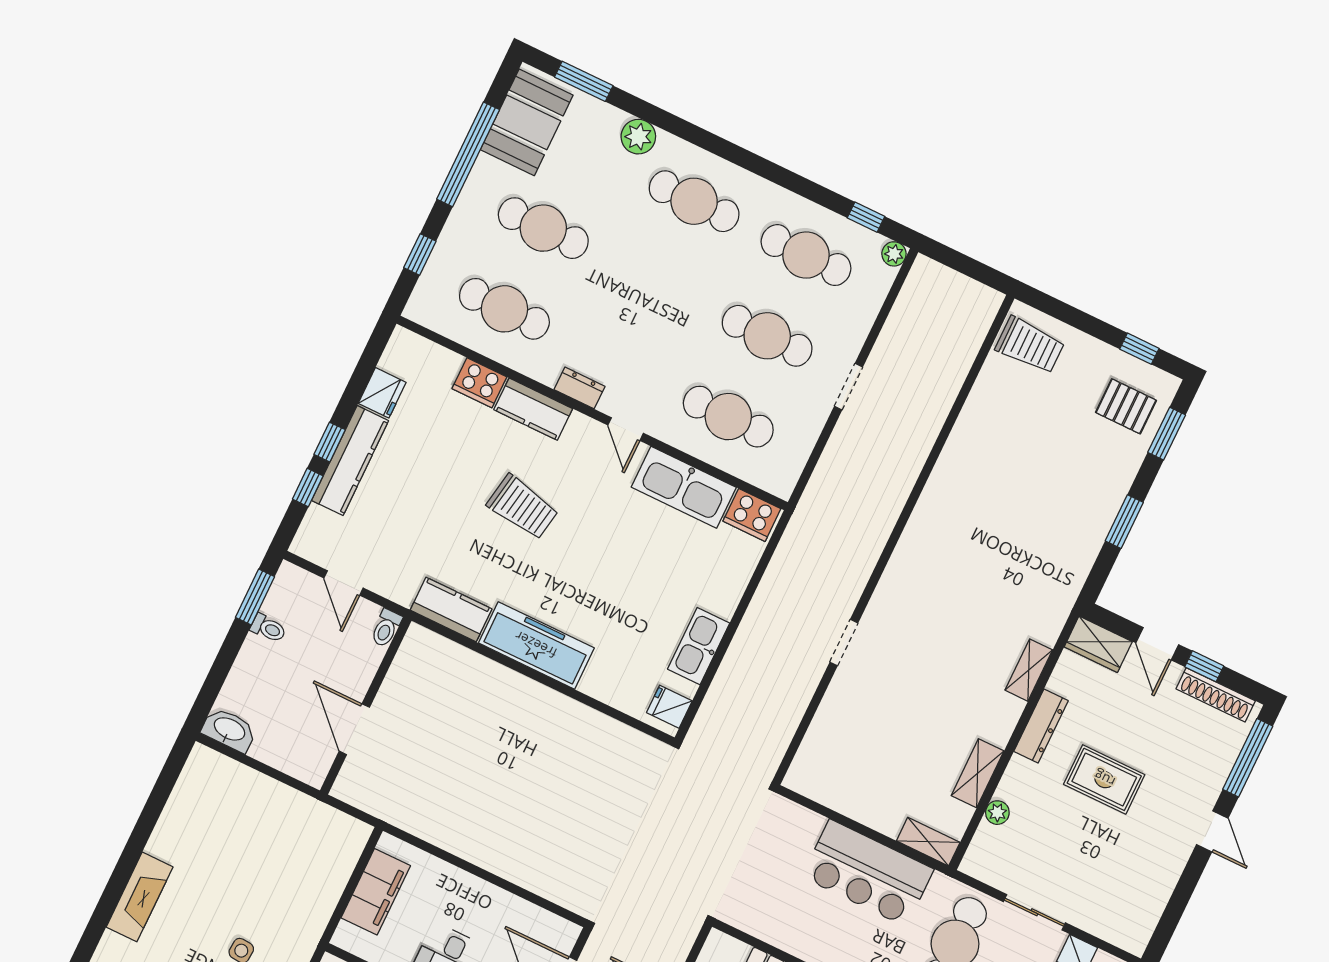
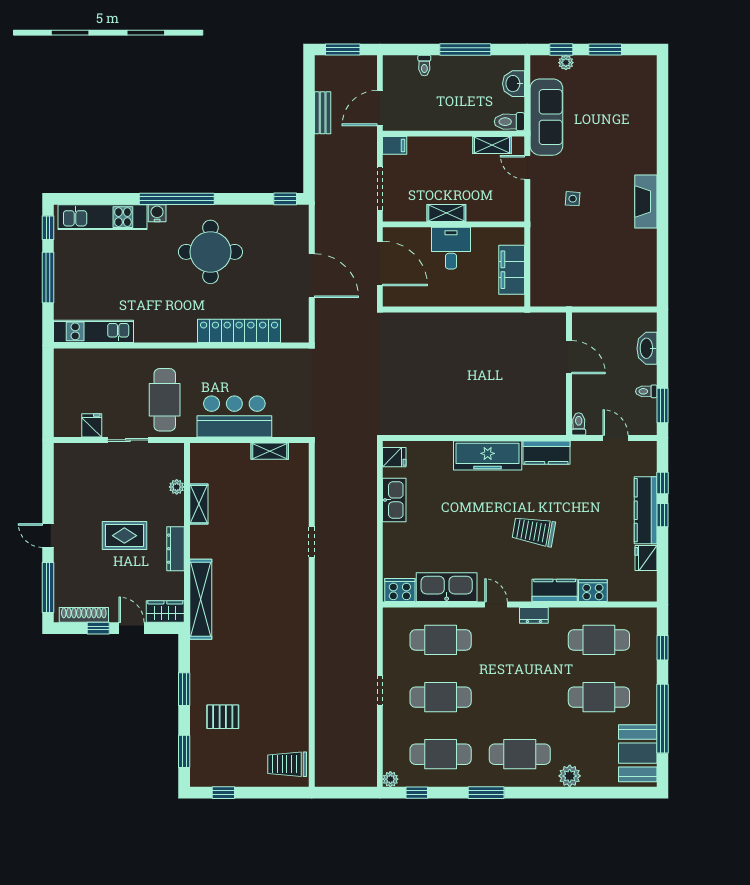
window: (584, 81) -> (486, 793), moved
pallet: (1126, 406) -> (223, 717), moved
shelving: (1029, 670) -> (201, 599), width x2.20, depth x1.33
washbasin: (229, 730) -> (647, 348), moved, turned 90
shelving: (928, 842) -> (270, 451), moved

